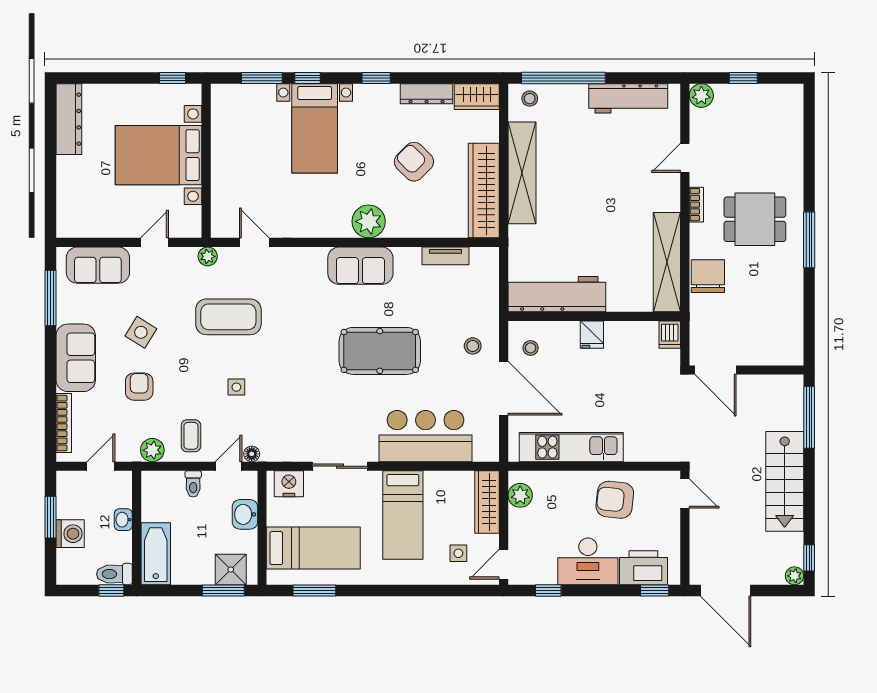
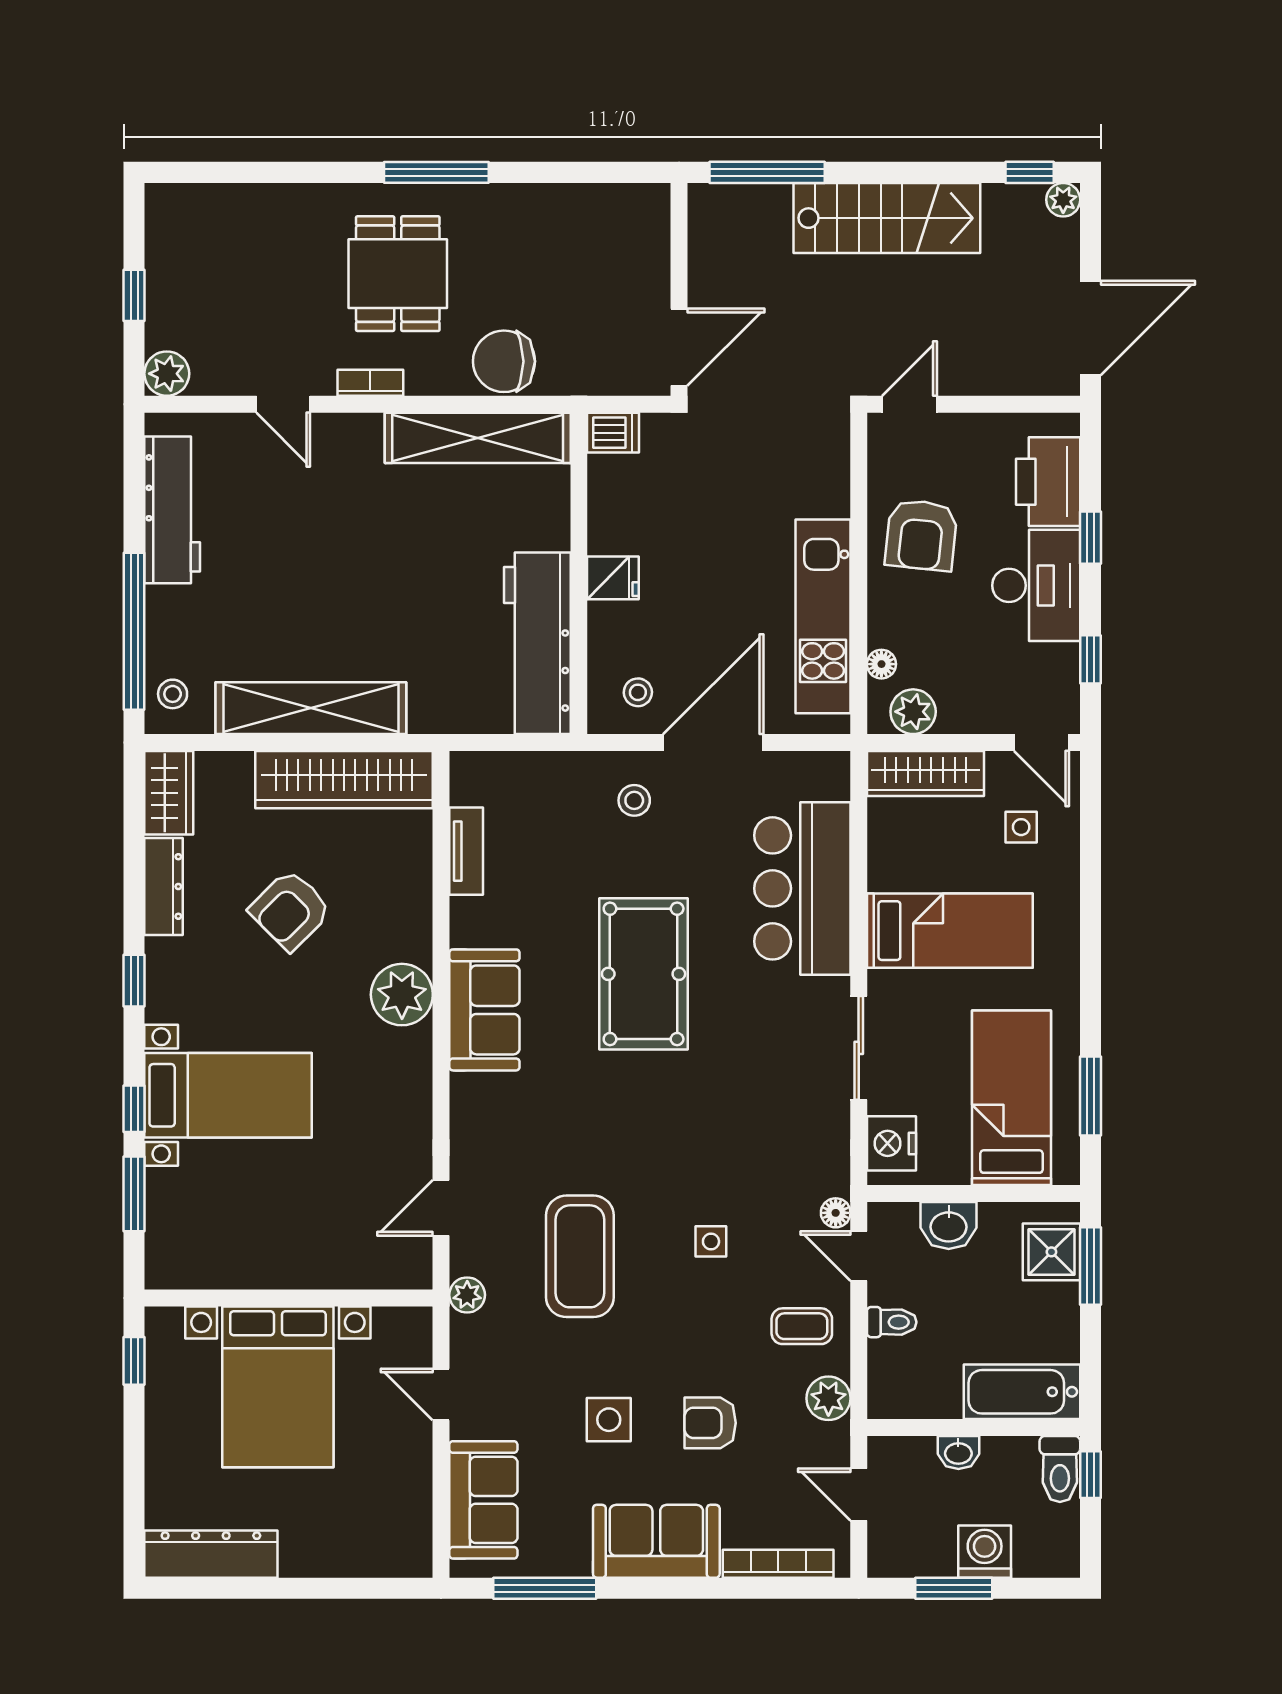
side table: (141, 332) -> (609, 1420), turned -32
floor lamp: (546, 478) -> (881, 664), added
window: (655, 590) -> (1090, 538), moved

